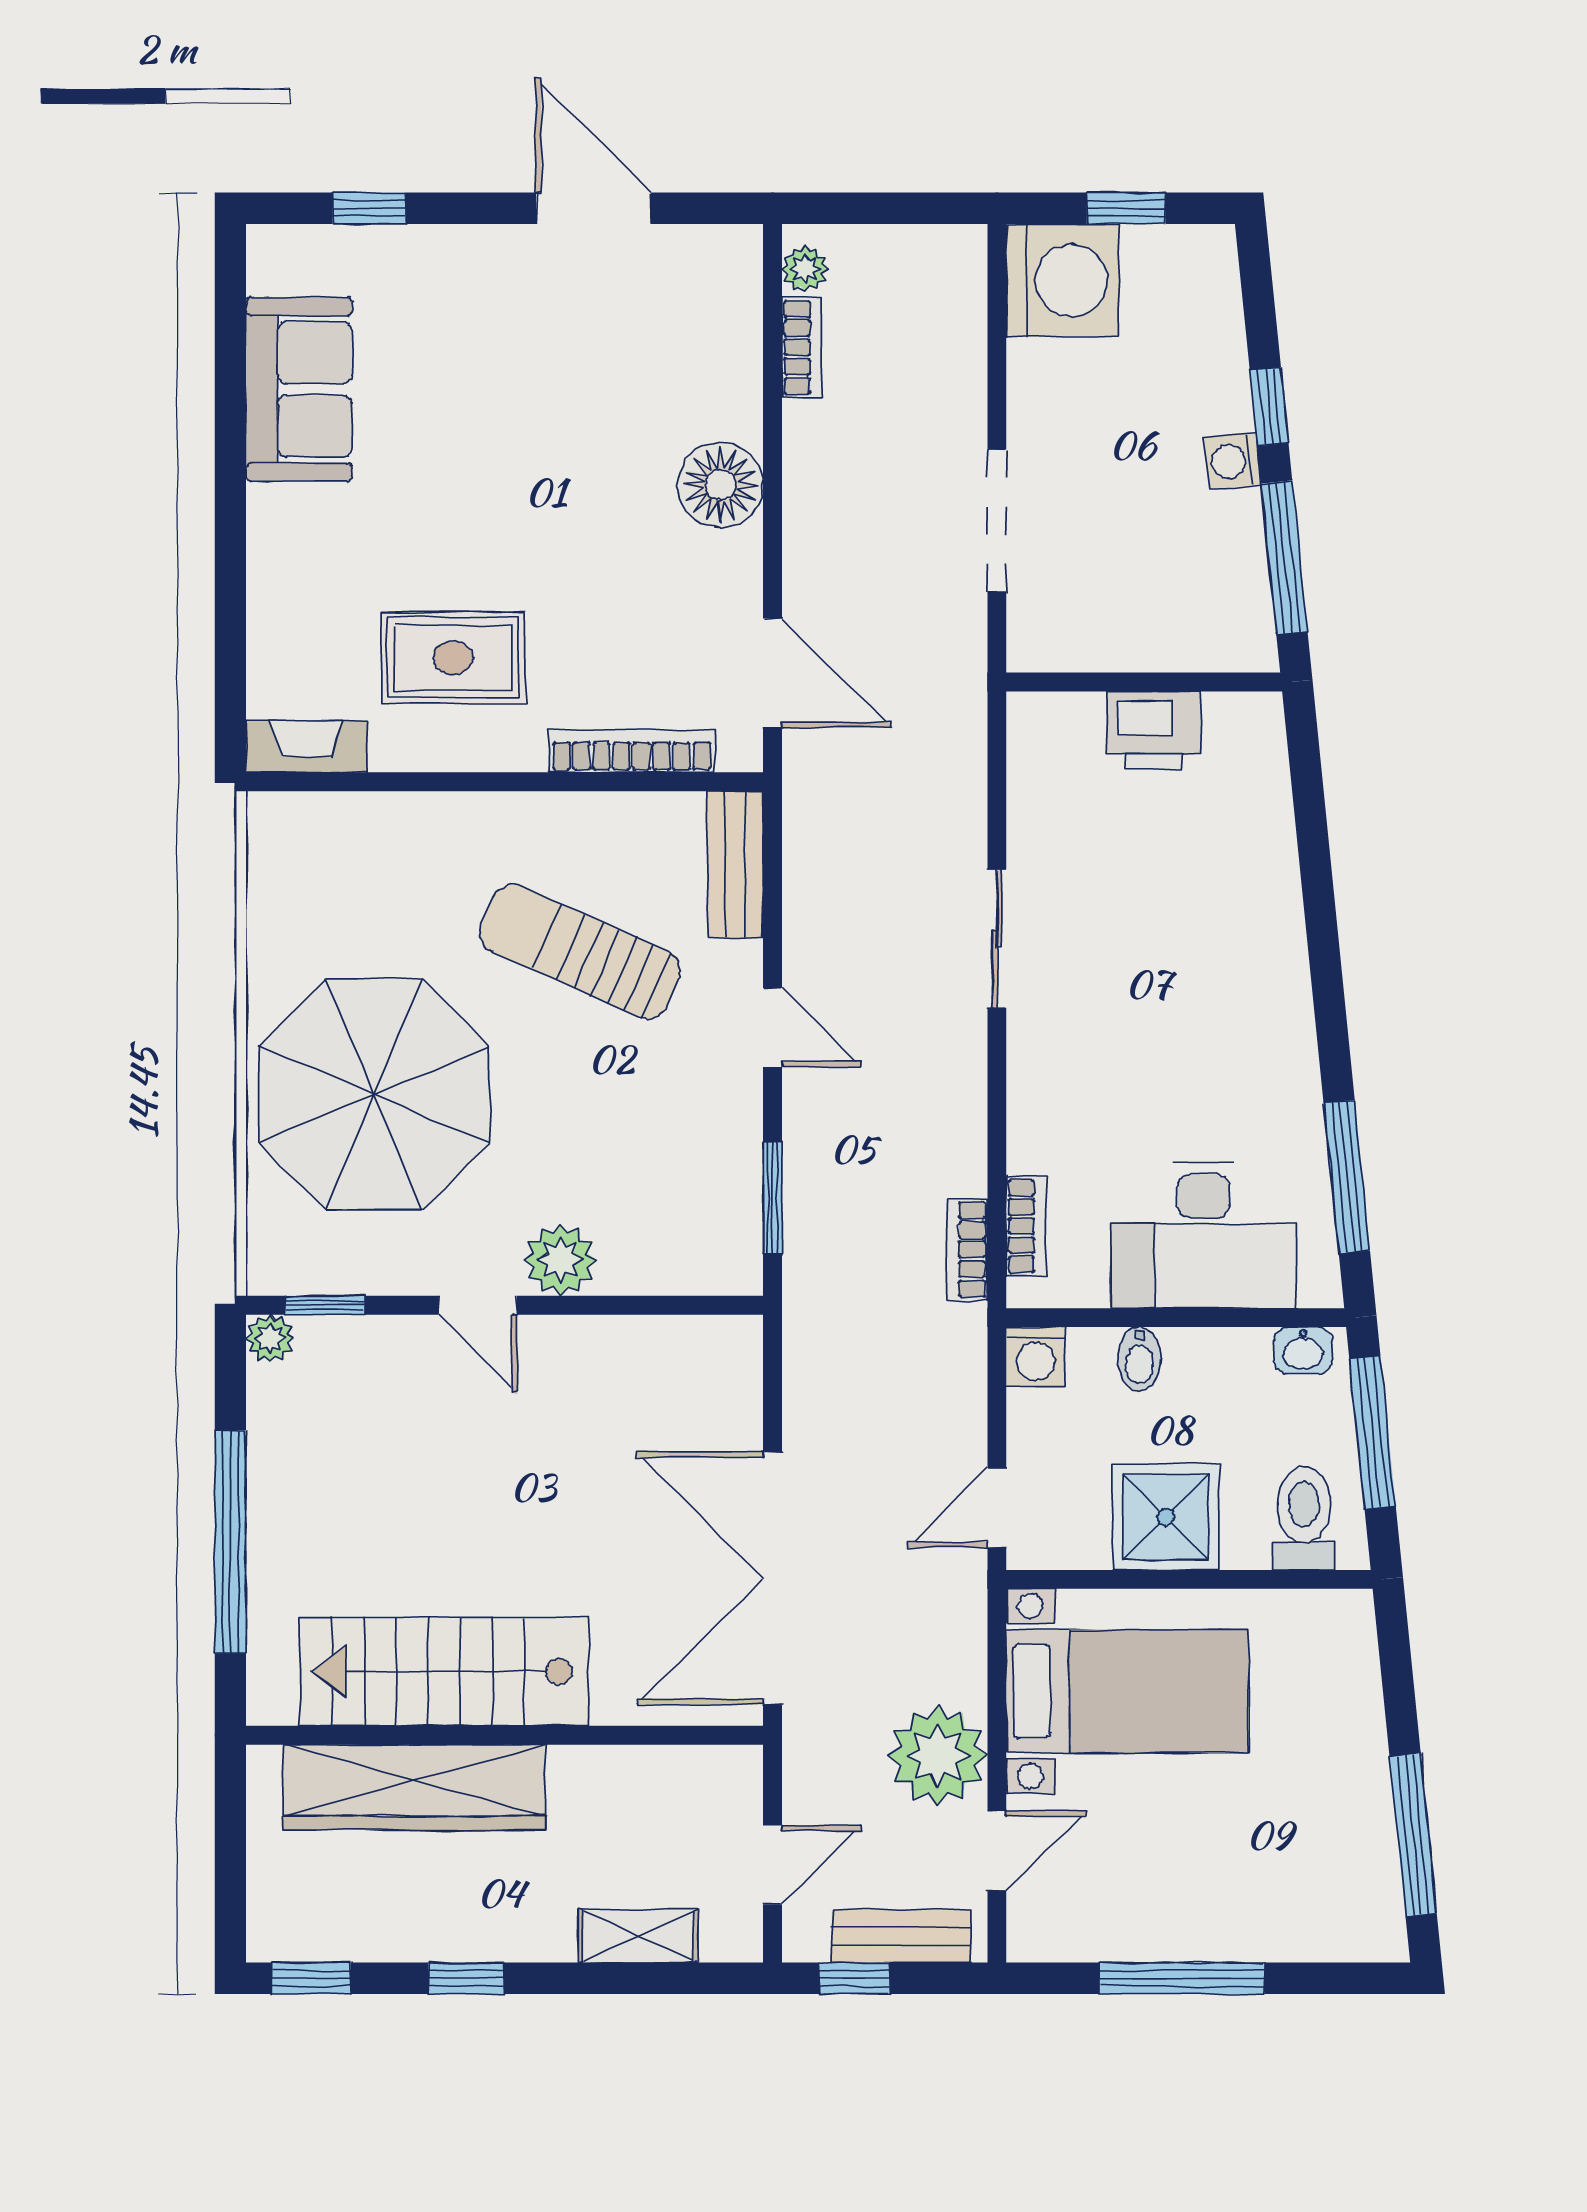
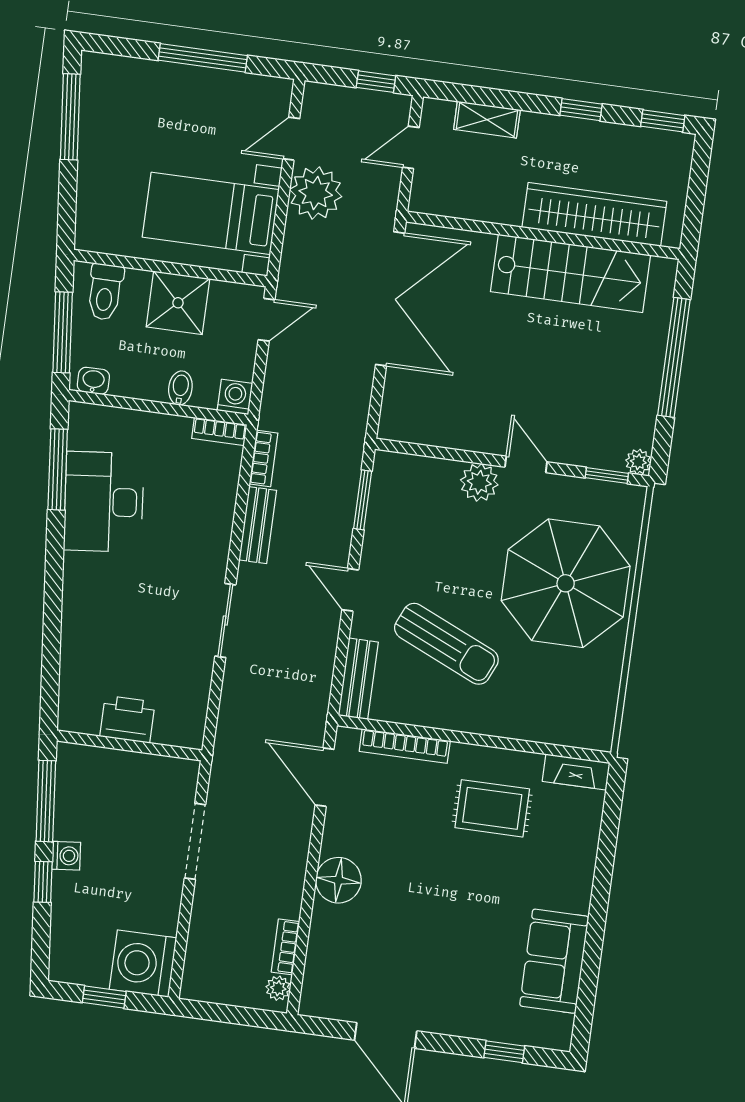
bookcase: (1026, 1226) -> (219, 431), moved, turned -90
desk: (1204, 1235) -> (104, 502), moved, turned -96
bench: (901, 1936) -> (258, 525), moved, turned 90

